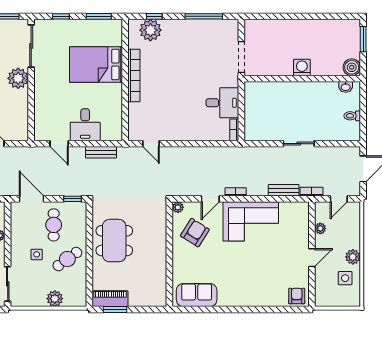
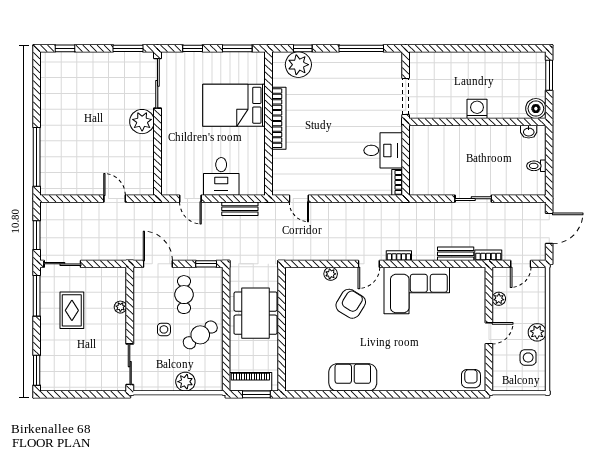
wall: (169, 254) -> (282, 329), moved

